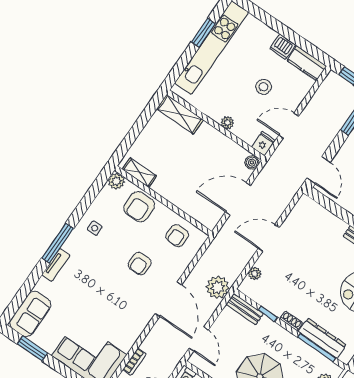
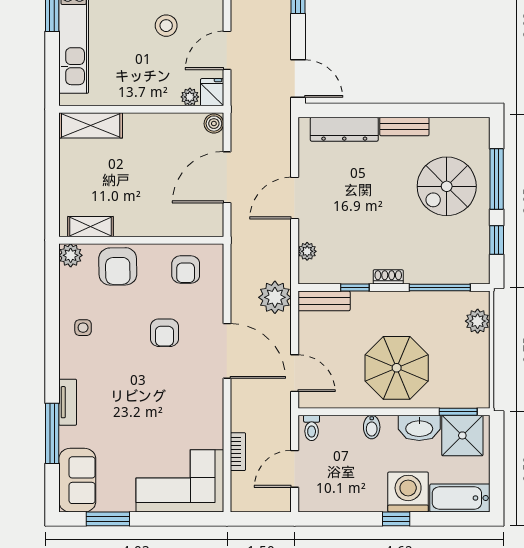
plant: (227, 123) -> (190, 97), moved
window: (58, 243) -> (52, 433), moved
dresser: (322, 338) -> (344, 129), moved, turned 180

